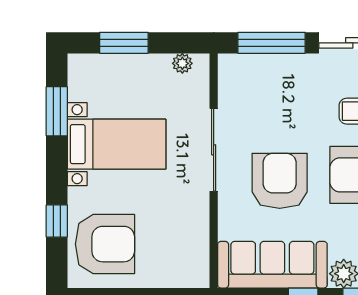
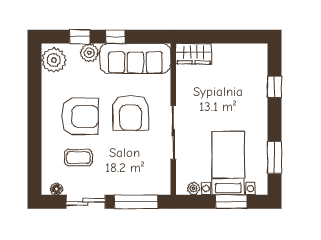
bed with nightstands: (117, 144) -> (228, 163), moved, turned 90
armchair: (105, 244) -> (243, 72), removed
wardrobe: (182, 272) -> (194, 54), added

